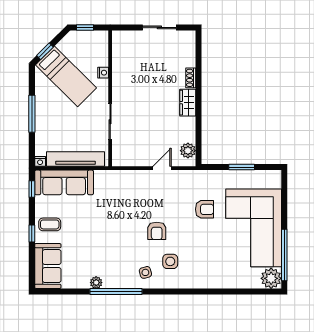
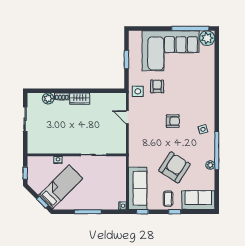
plant: (188, 151) -> (48, 98), moved
tv unit: (76, 159) -> (121, 180), removed
armchair: (93, 233) -> (174, 167), added
side table: (170, 261) -> (138, 91), moved

